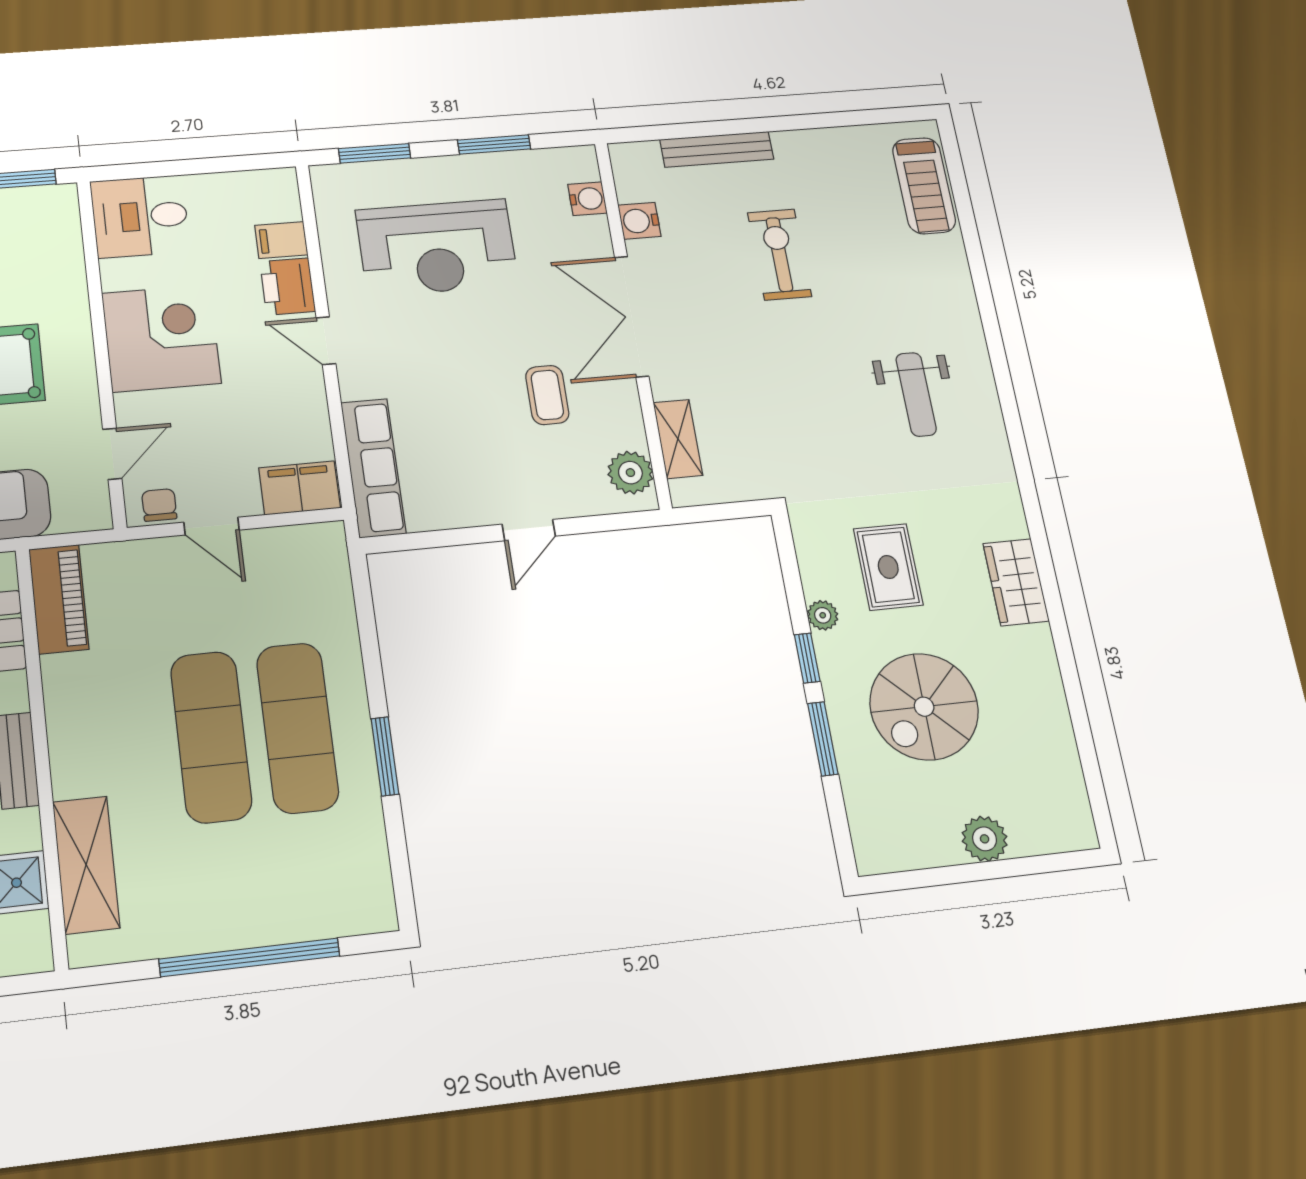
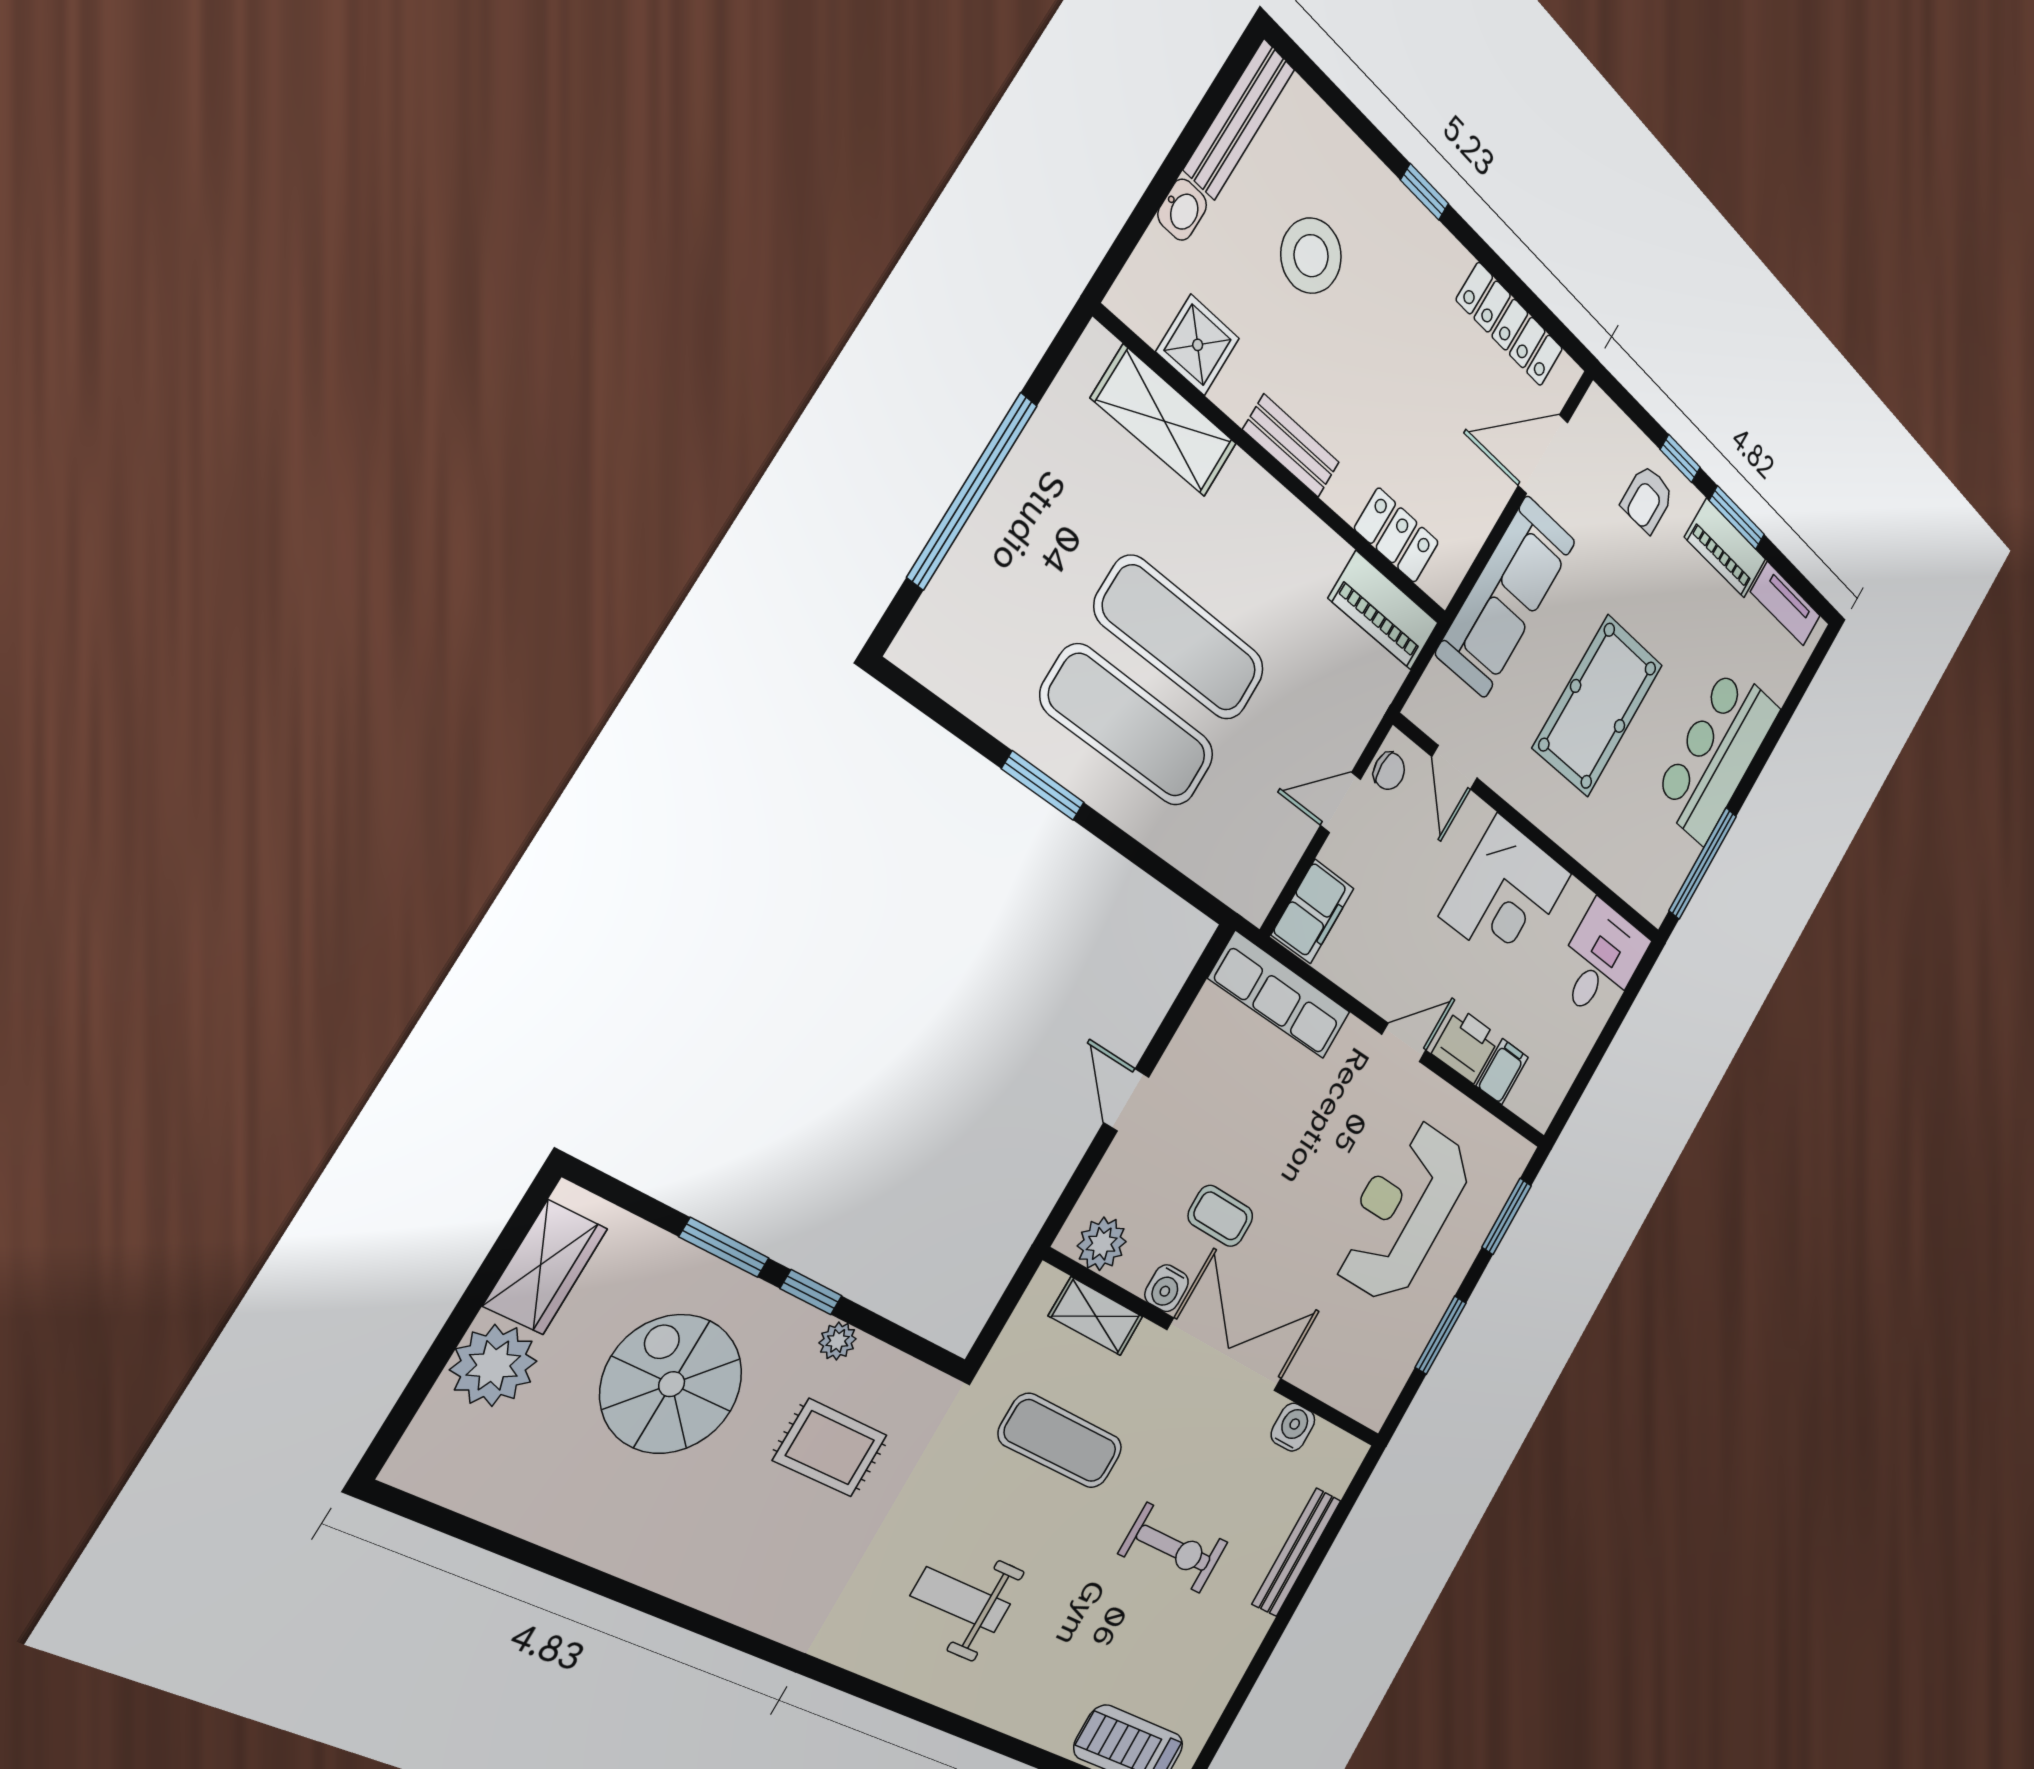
water cooler: (587, 199) -> (1167, 1288), moved
exercise mat: (772, 401) -> (1061, 1441), added
wardrobe: (1016, 582) -> (545, 1267), moved, turned 90
plant: (985, 839) -> (493, 1365), width x1.36, depth x1.36

